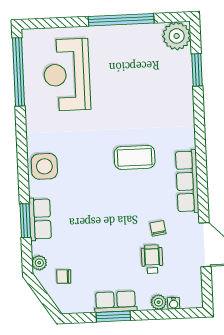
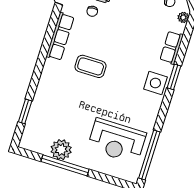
plant: (177, 36) -> (61, 150), moved
reception desk: (67, 75) -> (117, 141), turned 90
window: (25, 221) -> (174, 77), moved

